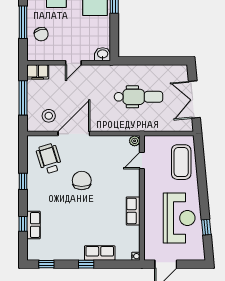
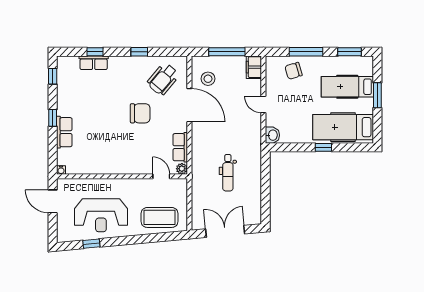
dental chair: (138, 97) -> (228, 173), width x0.73, depth x0.72
wheelchair: (49, 159) -> (163, 79), turned 147
row of seats: (133, 211) -> (180, 147), moved, turned -90

